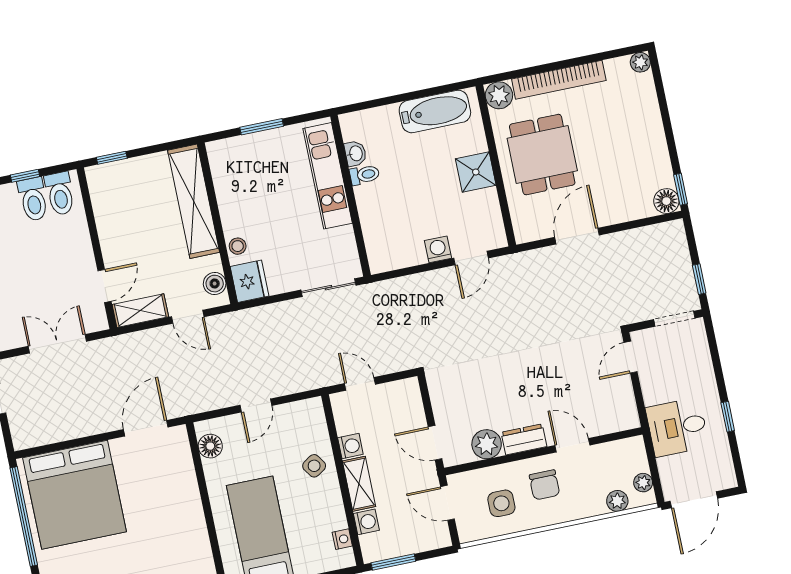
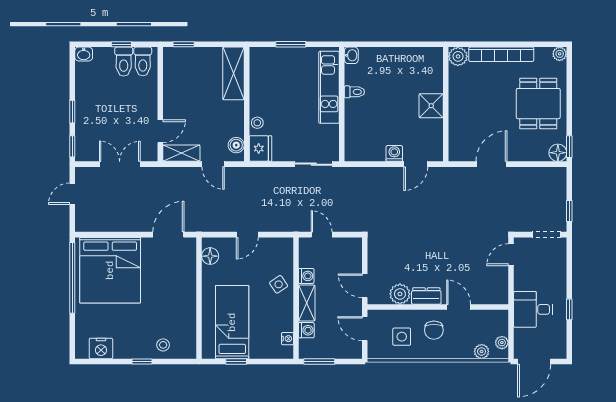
bathtub: (435, 111) -> (412, 58), removed
washbasin: (355, 153) -> (351, 55), moved
dining table: (542, 155) -> (538, 104), moved
shelving: (194, 201) -> (233, 73), width x0.68

